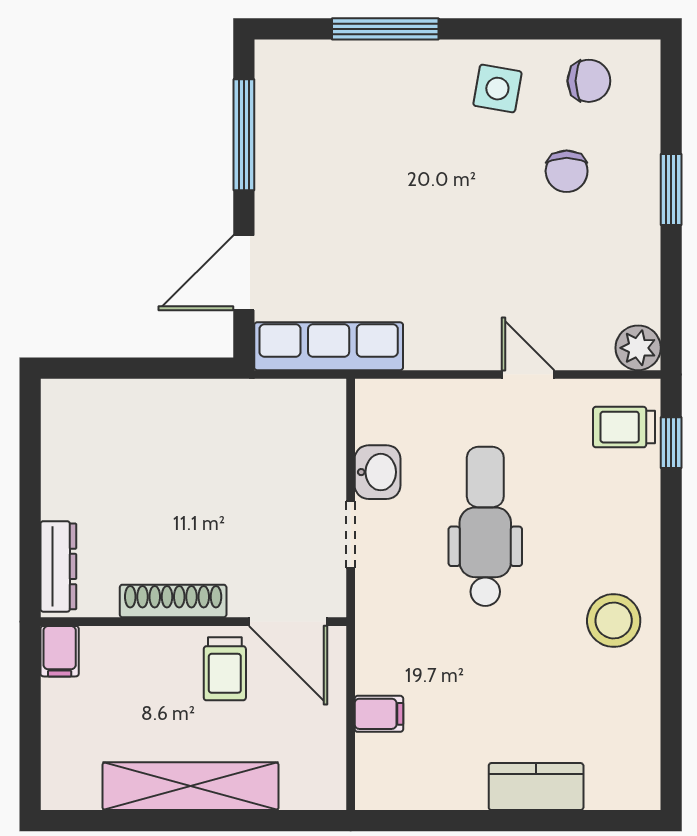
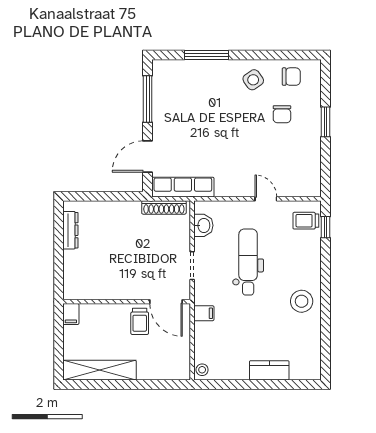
side table: (497, 89) -> (253, 80), turned 45
plant: (638, 348) -> (312, 188), removed
washbasin: (378, 472) -> (203, 225), moved
dresser: (58, 566) -> (70, 230), moved
shoe rack: (173, 601) -> (164, 207), moved, turned 180
filing cabinet: (379, 714) -> (204, 313), moved
stool: (375, 785) -> (202, 370), added
shelving: (191, 786) -> (100, 370), moved

